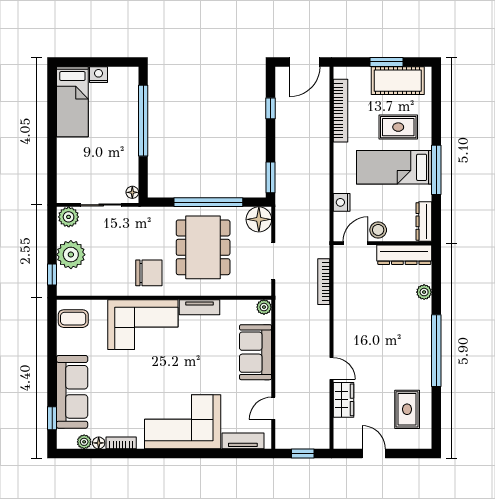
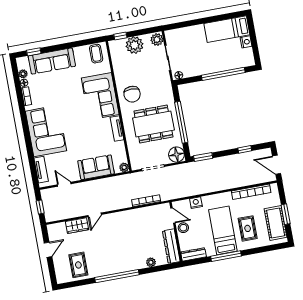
rug: (407, 409) -> (78, 265), turned 90

